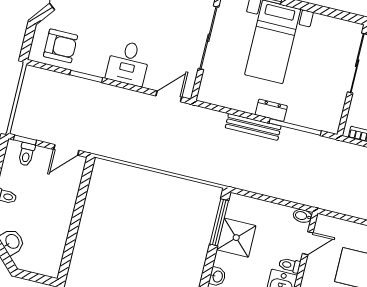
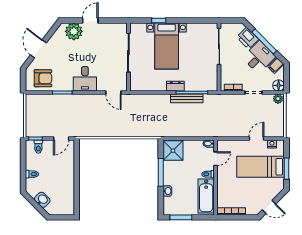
door: (169, 96) -> (113, 92), swing flipped
bench: (253, 127) -> (187, 98), moved
window: (219, 222) -> (161, 172), moved
shower: (236, 238) -> (173, 151), moved

